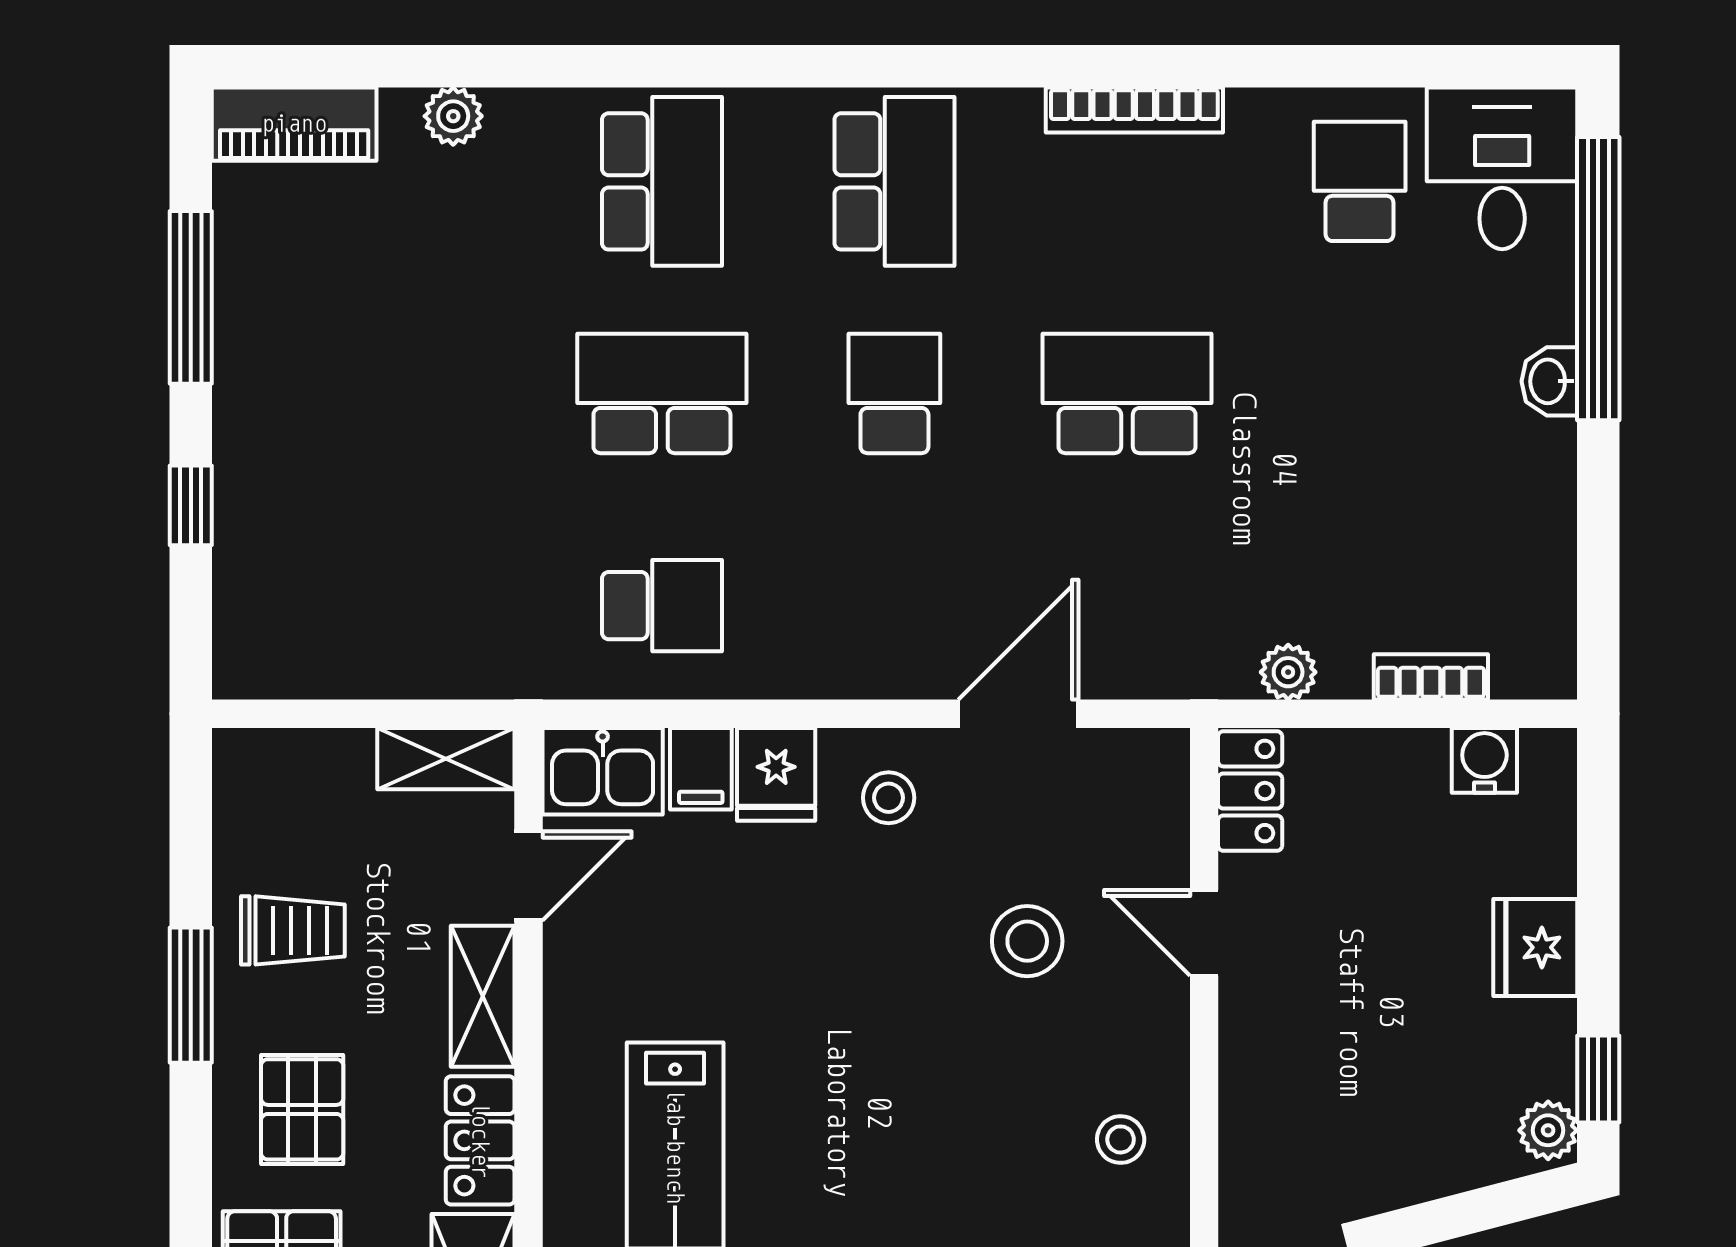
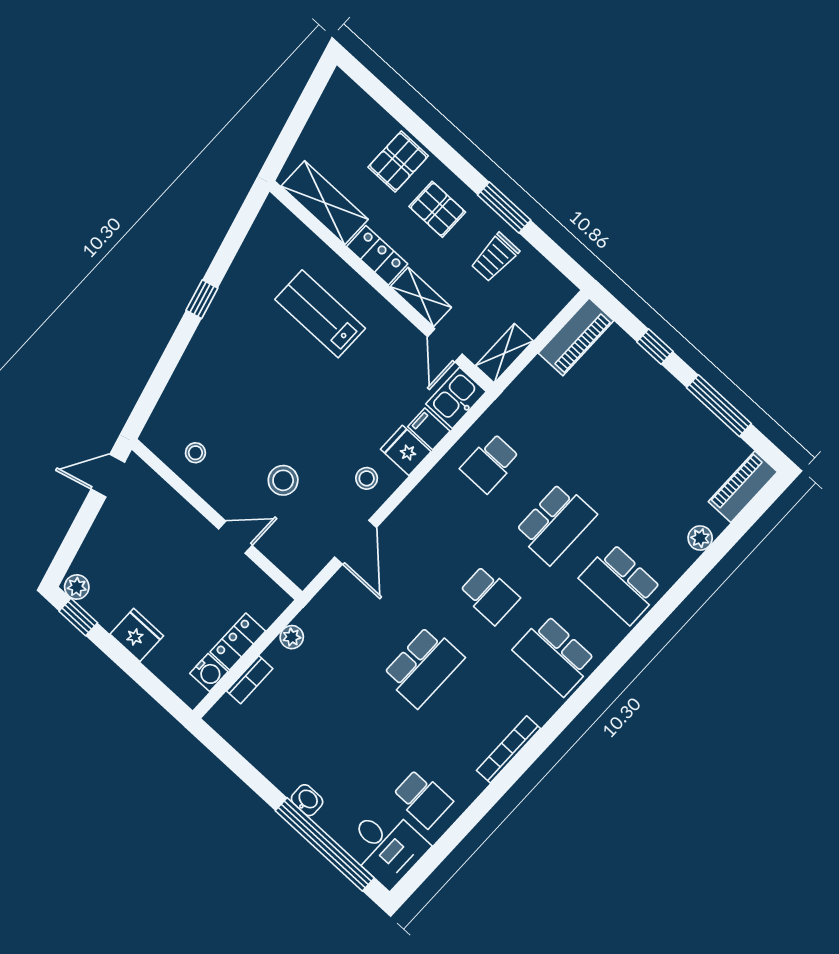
piano: (302, 660) -> (576, 337), added
locker: (1250, 791) -> (238, 641), moved, turned 90

